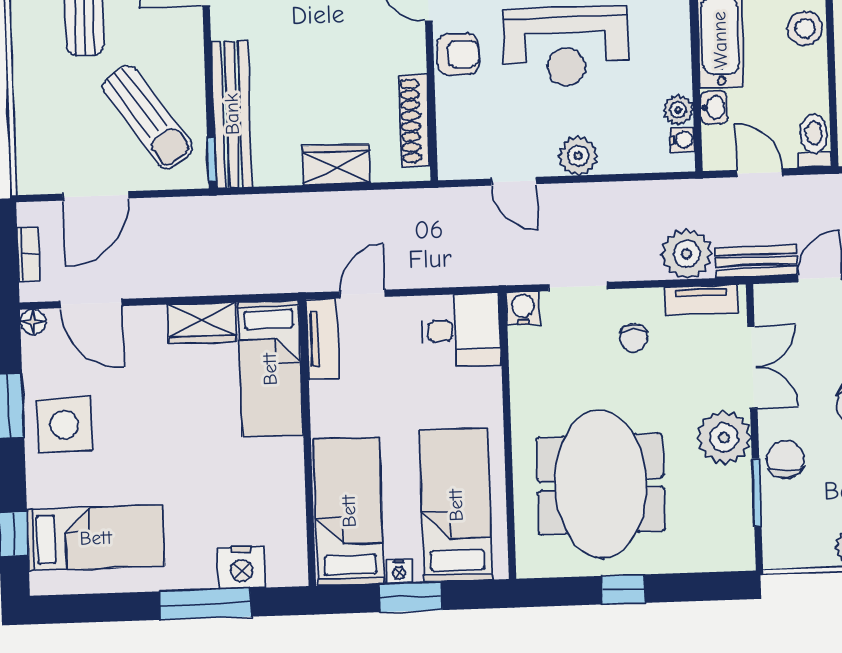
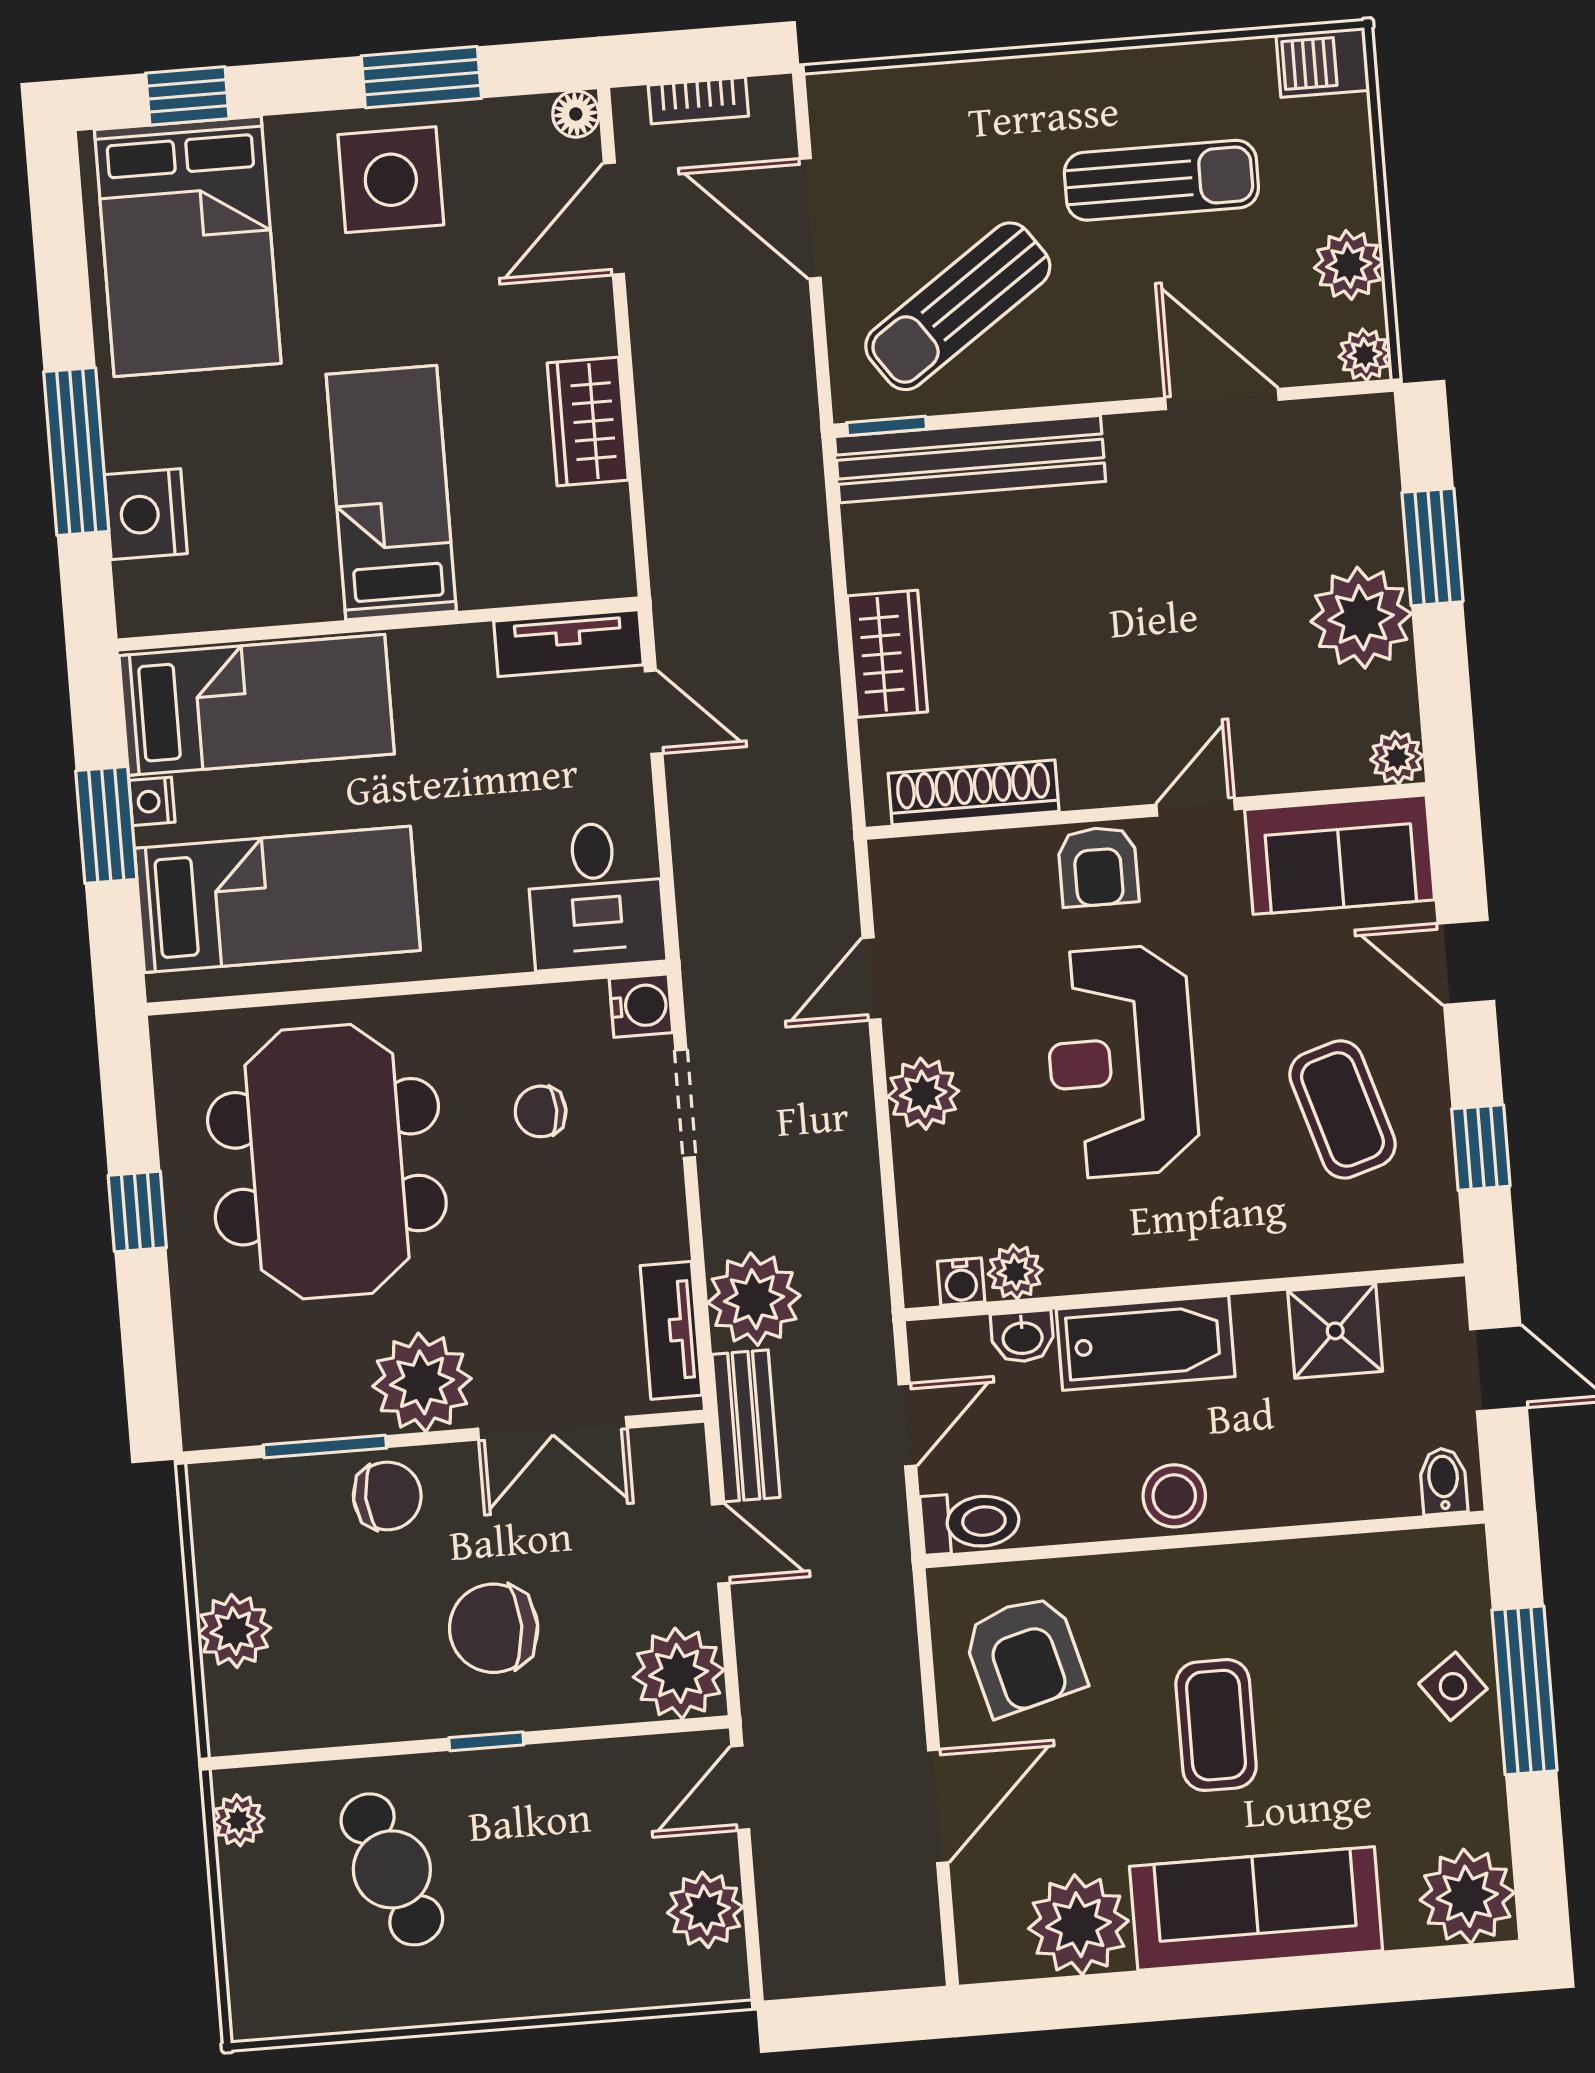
chair: (634, 338) -> (541, 1111), moved
bed: (270, 369) -> (391, 493), moved, turned 90
meeting table: (601, 484) -> (327, 1162), turned 90
bed: (96, 538) -> (188, 246), width x1.50

